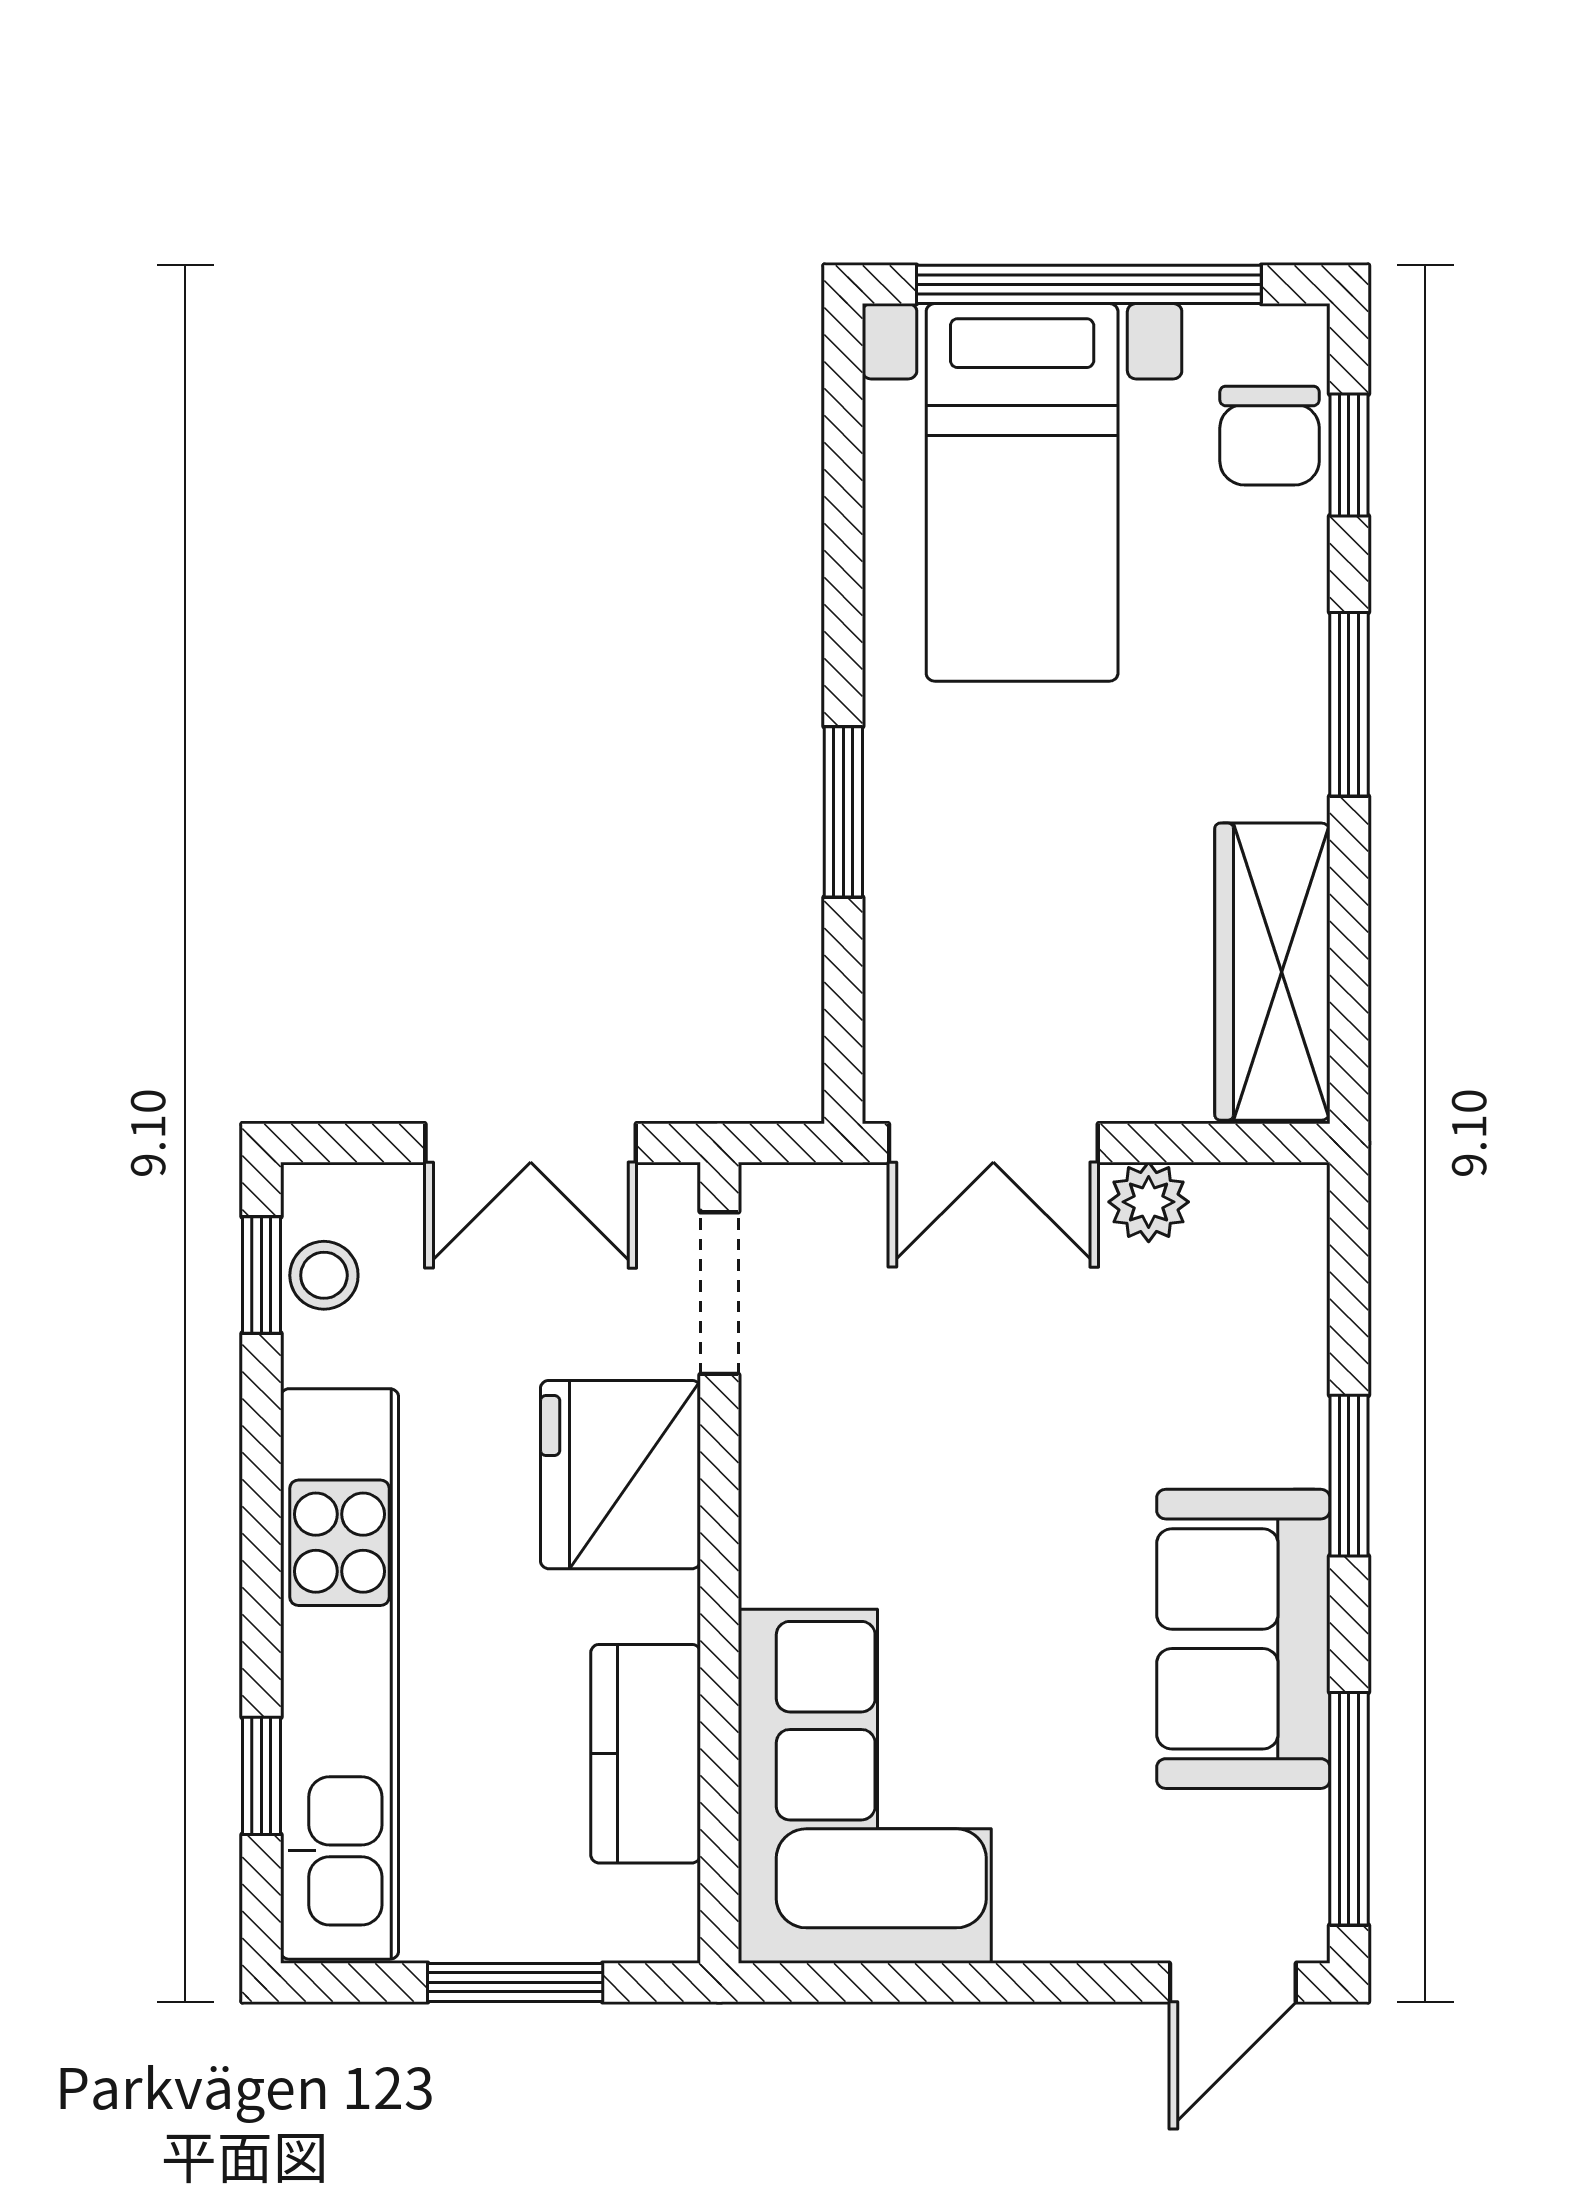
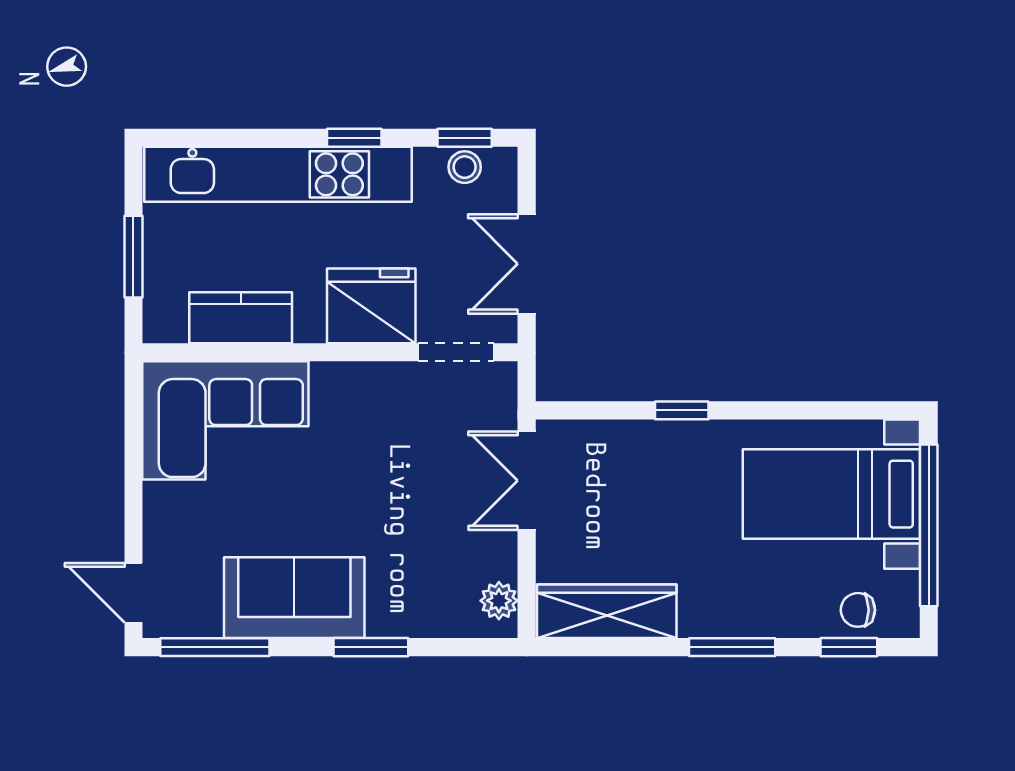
chair: (1270, 436) -> (858, 610), width x0.73, depth x0.73
window: (843, 812) -> (682, 410), width x0.67
plant: (1149, 1202) -> (499, 601), moved
window: (261, 1776) -> (354, 138), moved

